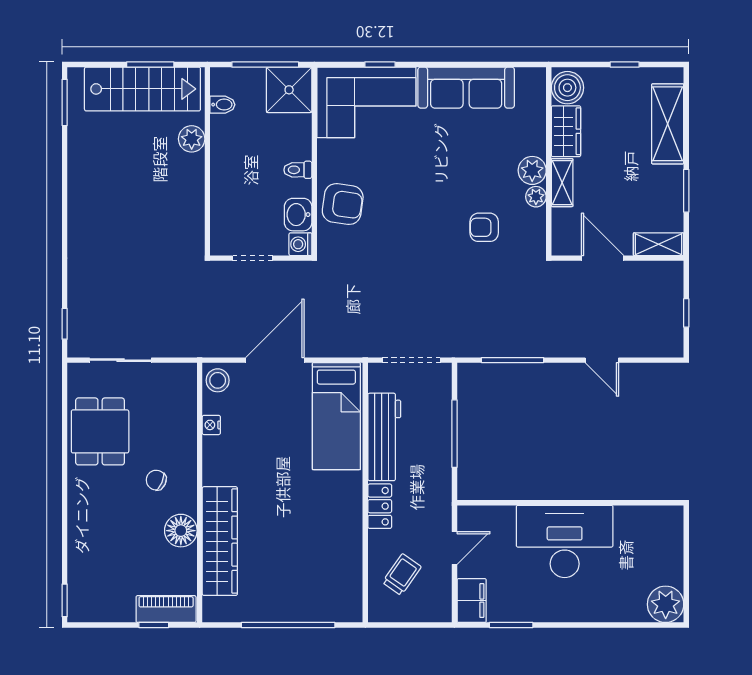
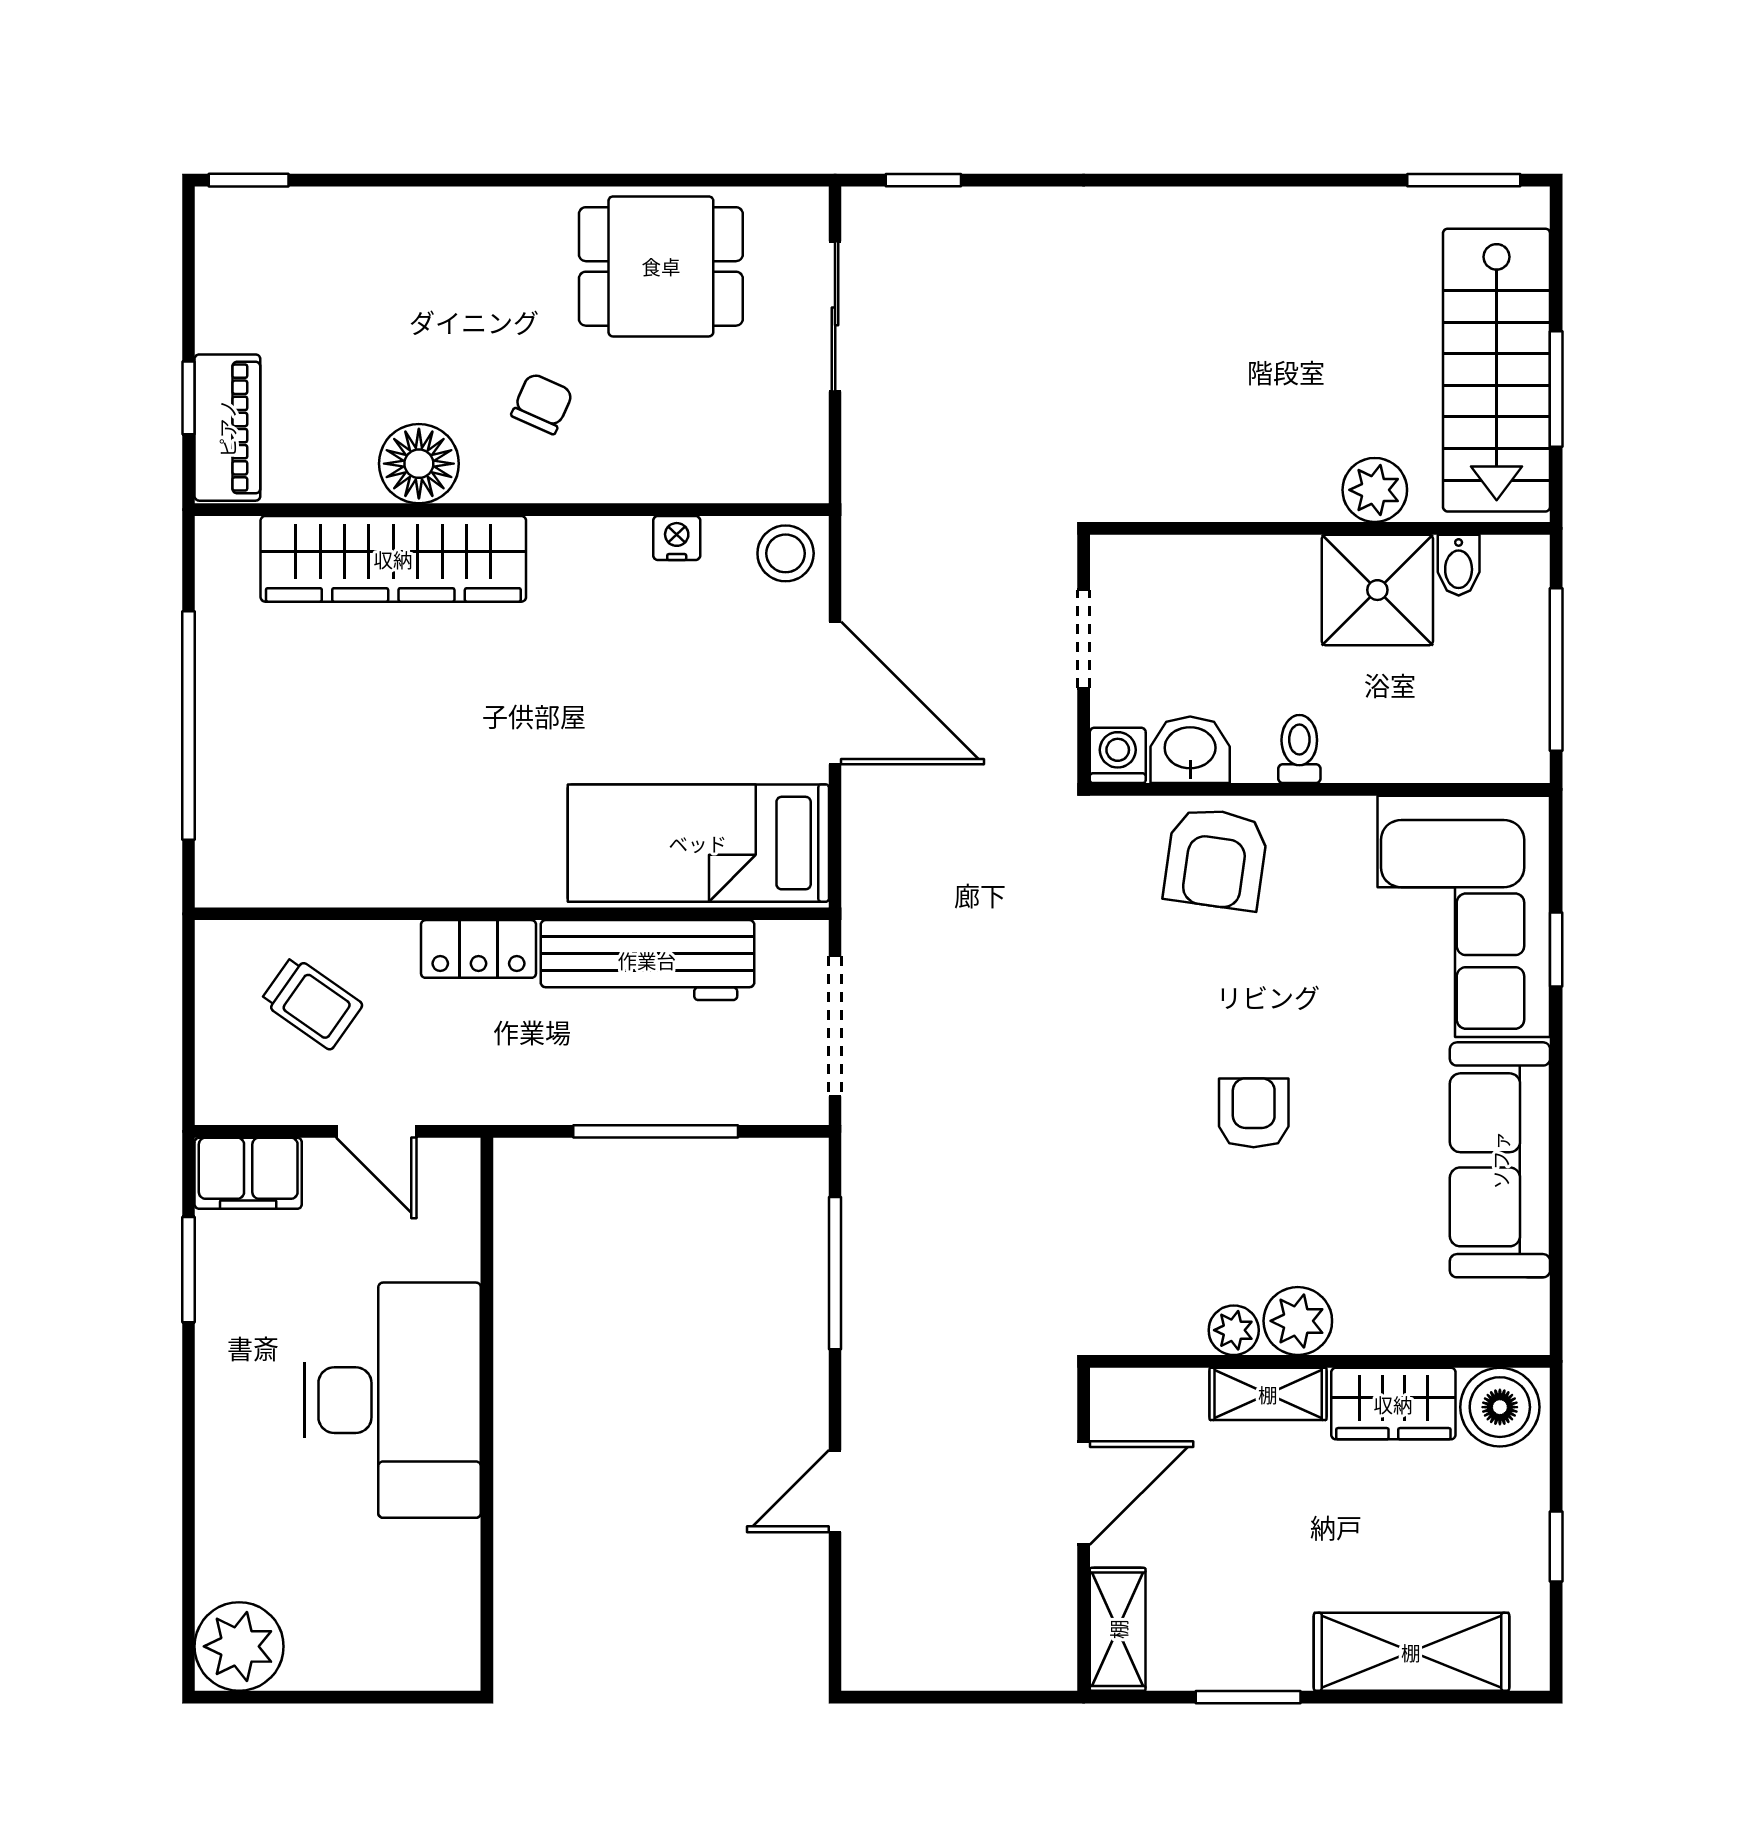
shower: (289, 90) -> (1377, 590), moved
armchair: (484, 227) -> (1254, 1113), moved
window: (686, 313) -> (950, 1697), removed

